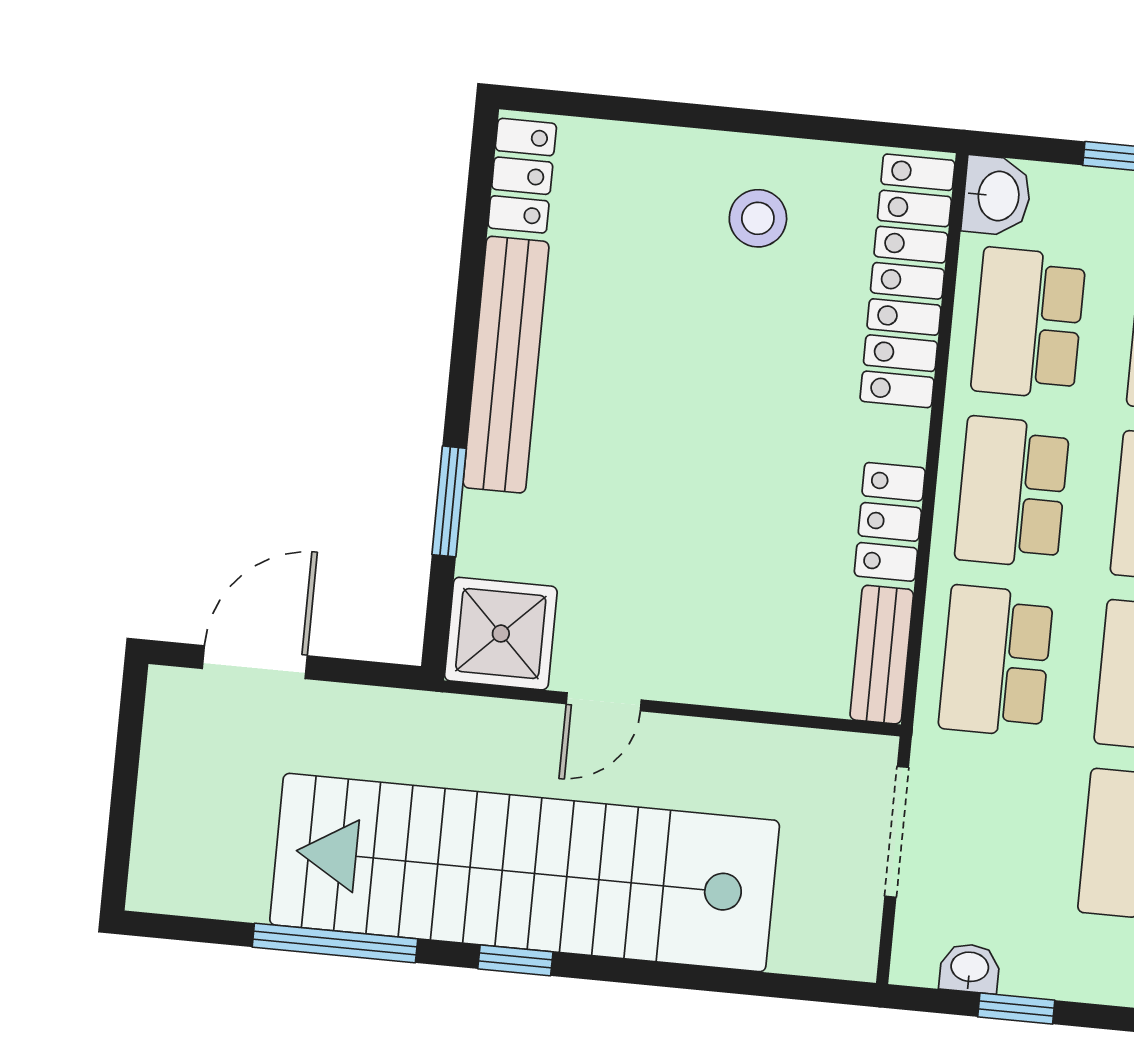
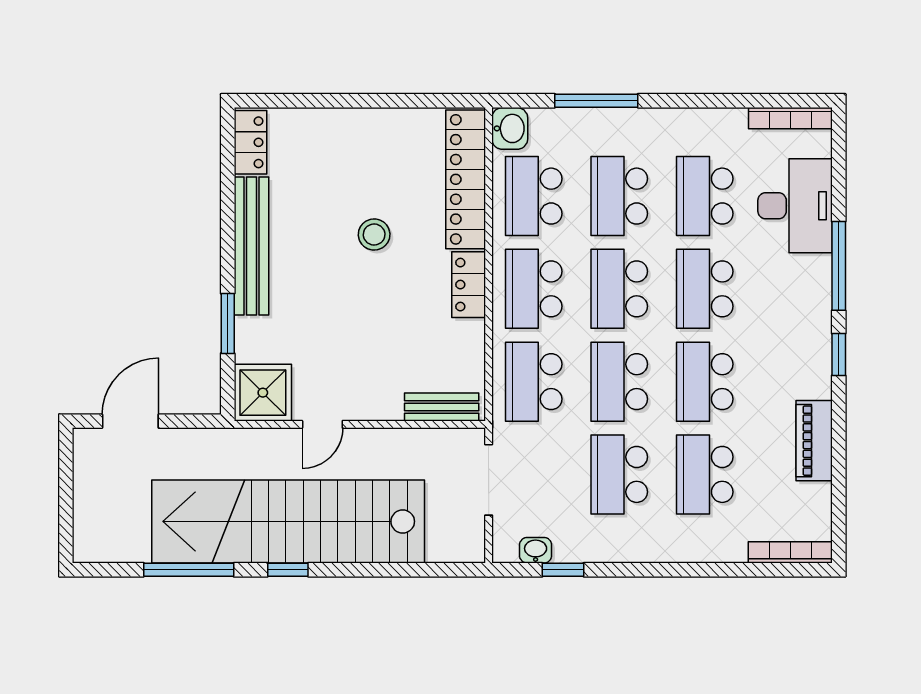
stool: (758, 218) -> (374, 235), moved
locker: (890, 522) -> (469, 285), moved
bench: (882, 655) -> (442, 407), moved, turned 90

